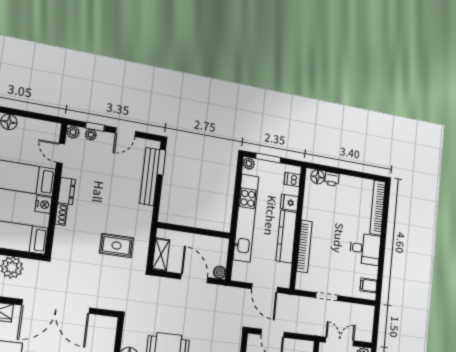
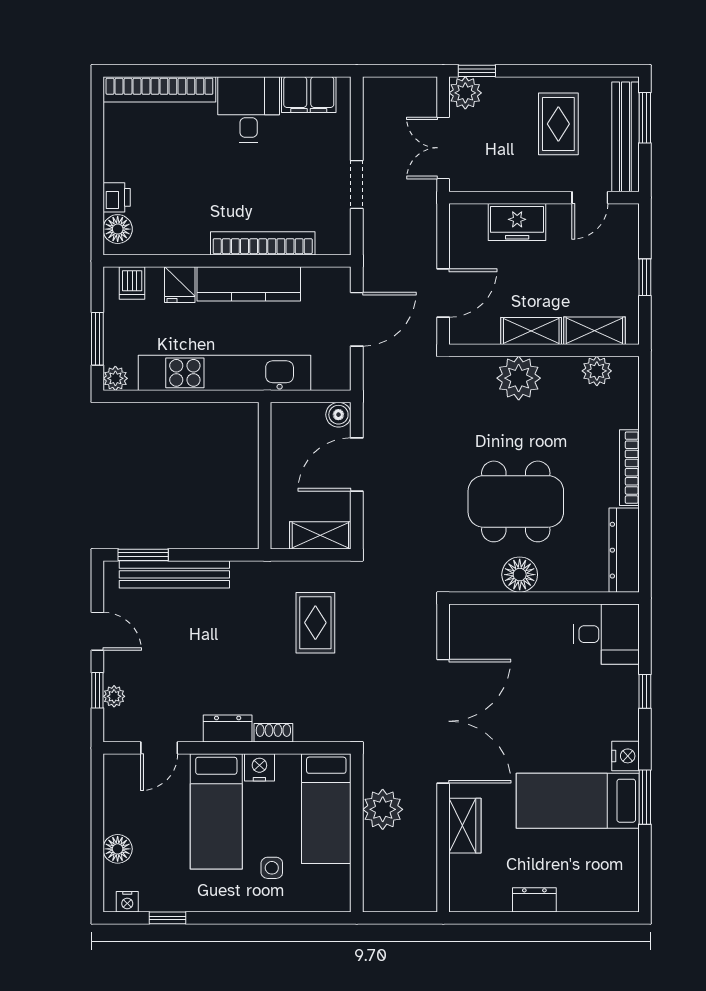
plant: (73, 132) -> (115, 730), removed
filing cabinet: (369, 285) -> (309, 95), width x2.00

